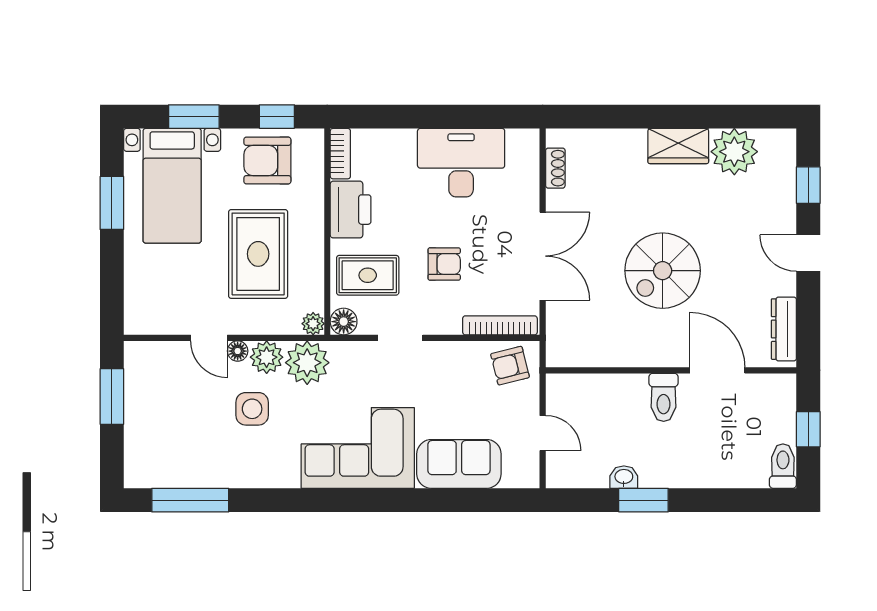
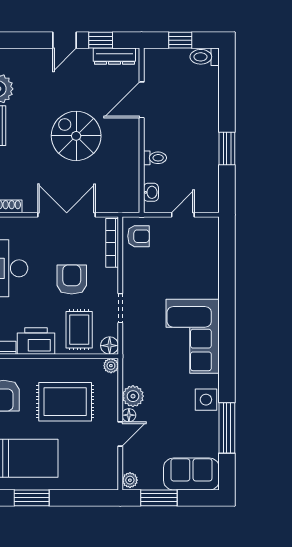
window: (808, 185) -> (101, 40), moved
armchair: (444, 264) -> (72, 279), width x1.38, depth x1.38
spiral stairs: (663, 271) -> (76, 136), turned 180
plant: (307, 363) -> (130, 480), moved, width x0.53, depth x0.53
armchair: (510, 366) -> (139, 236), turned -76
toilet: (664, 397) -> (155, 158), moved, width x0.73, depth x0.72
side table: (252, 409) -> (206, 400), moved
sofa: (459, 464) -> (191, 474), moved, turned 90
washbasin: (624, 477) -> (151, 192), moved, turned 180
window: (190, 500) -> (227, 428), moved

